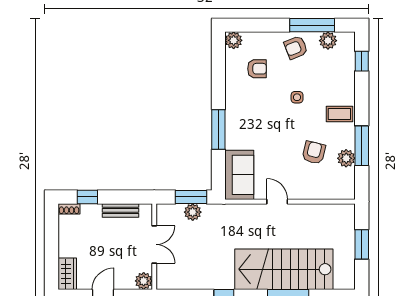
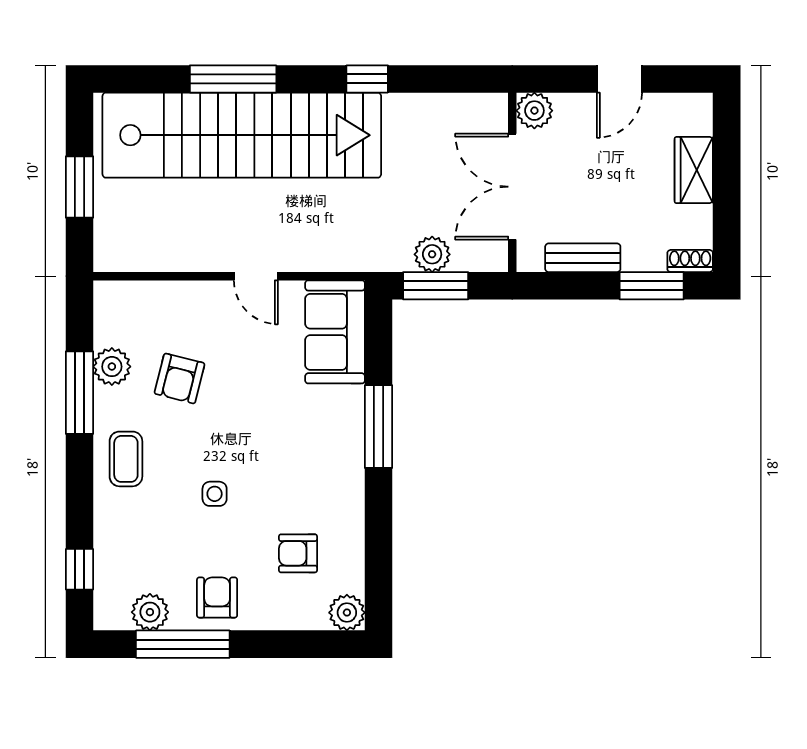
armchair: (296, 48) -> (217, 598), turned -68
coffee table: (339, 114) -> (126, 459), turned 90
window: (87, 197) -> (652, 286), width x1.50
double door: (154, 244) -> (512, 187), width x1.37
stairs: (284, 269) -> (242, 135), width x1.36
wardrobe: (67, 274) -> (694, 170), moved

